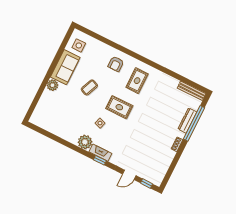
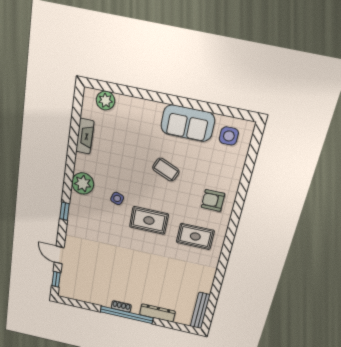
plant: (52, 85) -> (105, 101), moved
rug: (119, 107) -> (149, 220), turned 90
window: (194, 123) -> (127, 315), moved
fireplace: (100, 153) -> (85, 136), moved

